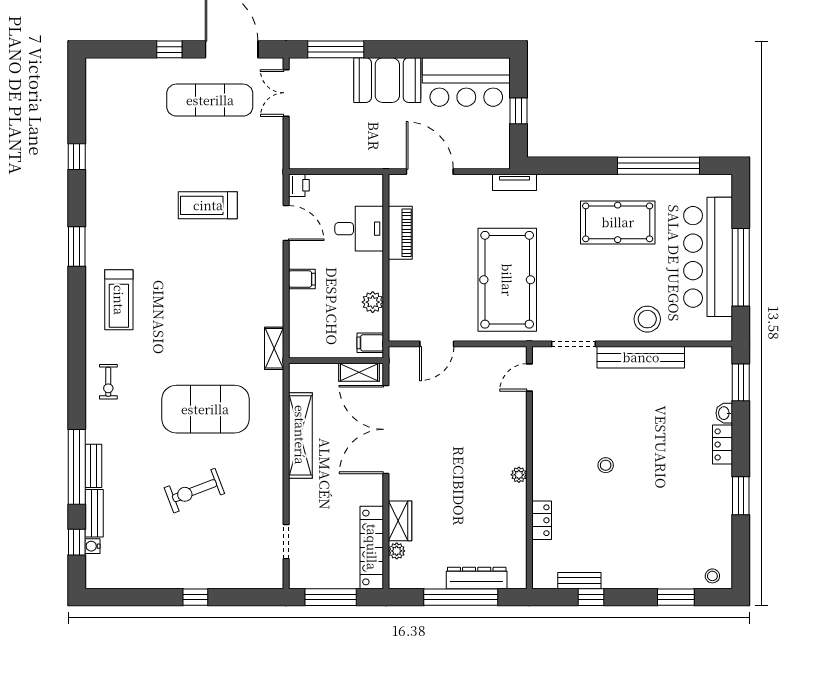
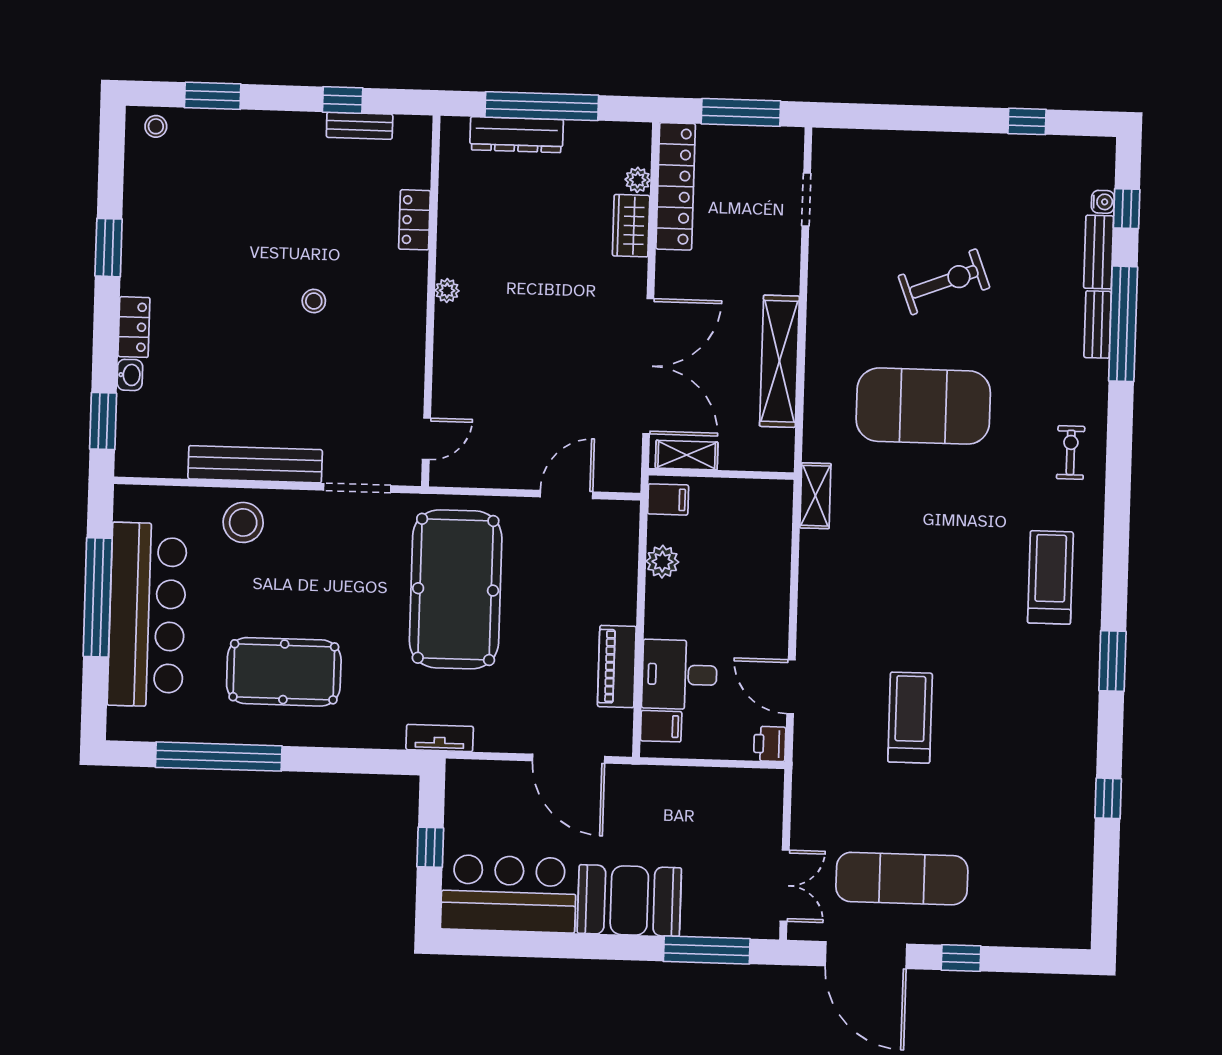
treadmill: (208, 205) -> (910, 718), turned -90
filing cabinet: (302, 279) -> (661, 726), moved, turned 180
window: (195, 597) -> (1027, 121), moved

